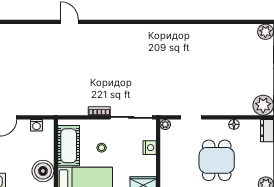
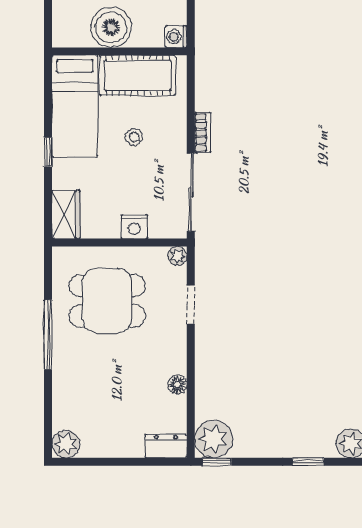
washing machine: (37, 125) -> (176, 37), moved
dining table: (217, 160) -> (107, 301), moved
boiler: (43, 171) -> (111, 27), moved

